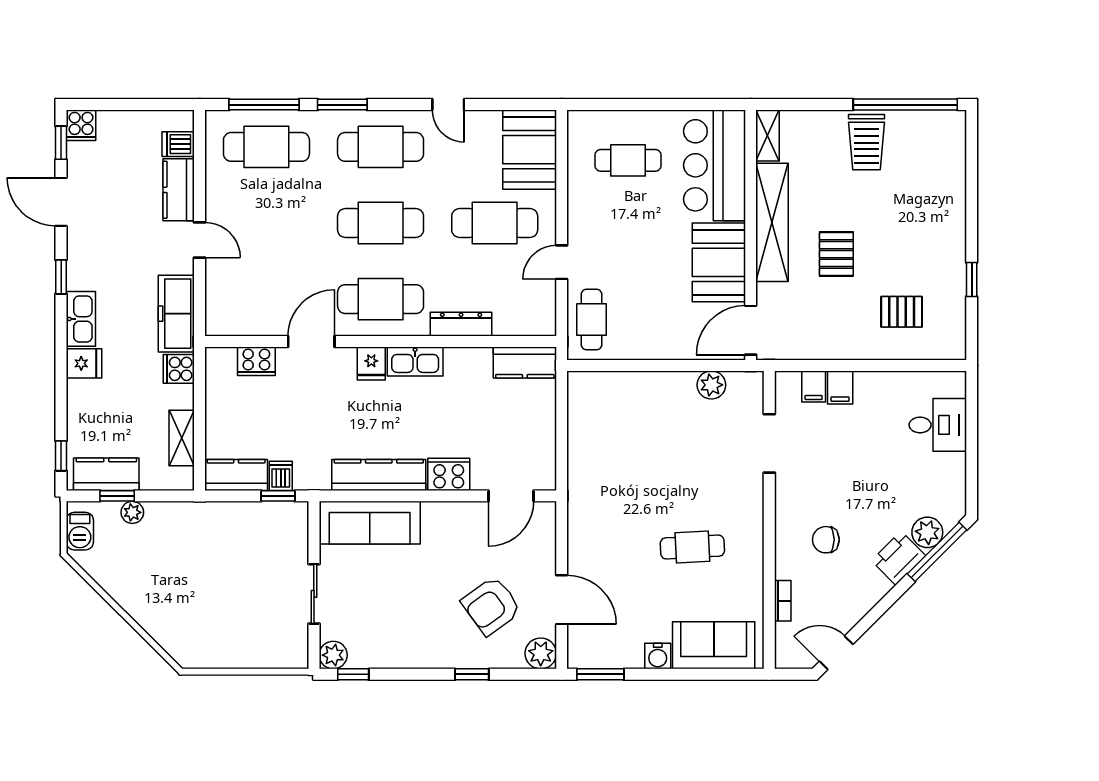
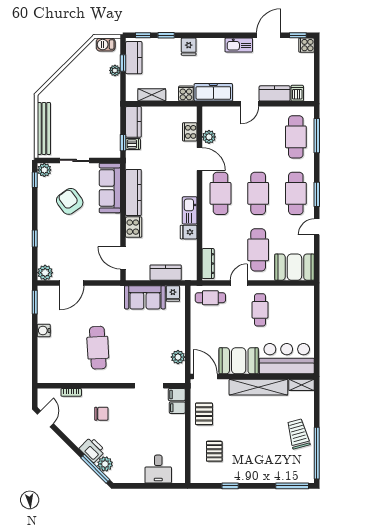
window: (342, 105) -> (317, 194), moved
trolley: (866, 142) -> (298, 434), turned 75
window: (972, 154) -> (292, 486), added
cafe table: (628, 160) -> (260, 310), moved
pallet: (836, 254) -> (204, 414), moved, turned 90
door: (562, 262) -> (239, 283), hinge flipped
window: (61, 277) -> (166, 35), moved
kitchen sink: (81, 319) -> (239, 45), moved
plant: (266, 322) -> (209, 137), added
dresser: (461, 324) -> (208, 264), moved
fridge: (371, 363) -> (189, 232), moved
kitchen counter: (525, 363) -> (166, 273), moved, turned 90
filing cabinet: (840, 387) -> (177, 395), moved
fridge: (583, 395) -> (173, 293), added
chair: (826, 540) -> (101, 414), turned 90
cafe table: (692, 547) -> (98, 348), width x1.37, depth x1.35
armchair: (491, 606) -> (70, 201), moved
sofa: (714, 645) -> (145, 297), moved, turned 90
bench: (250, 656) -> (44, 129), added

